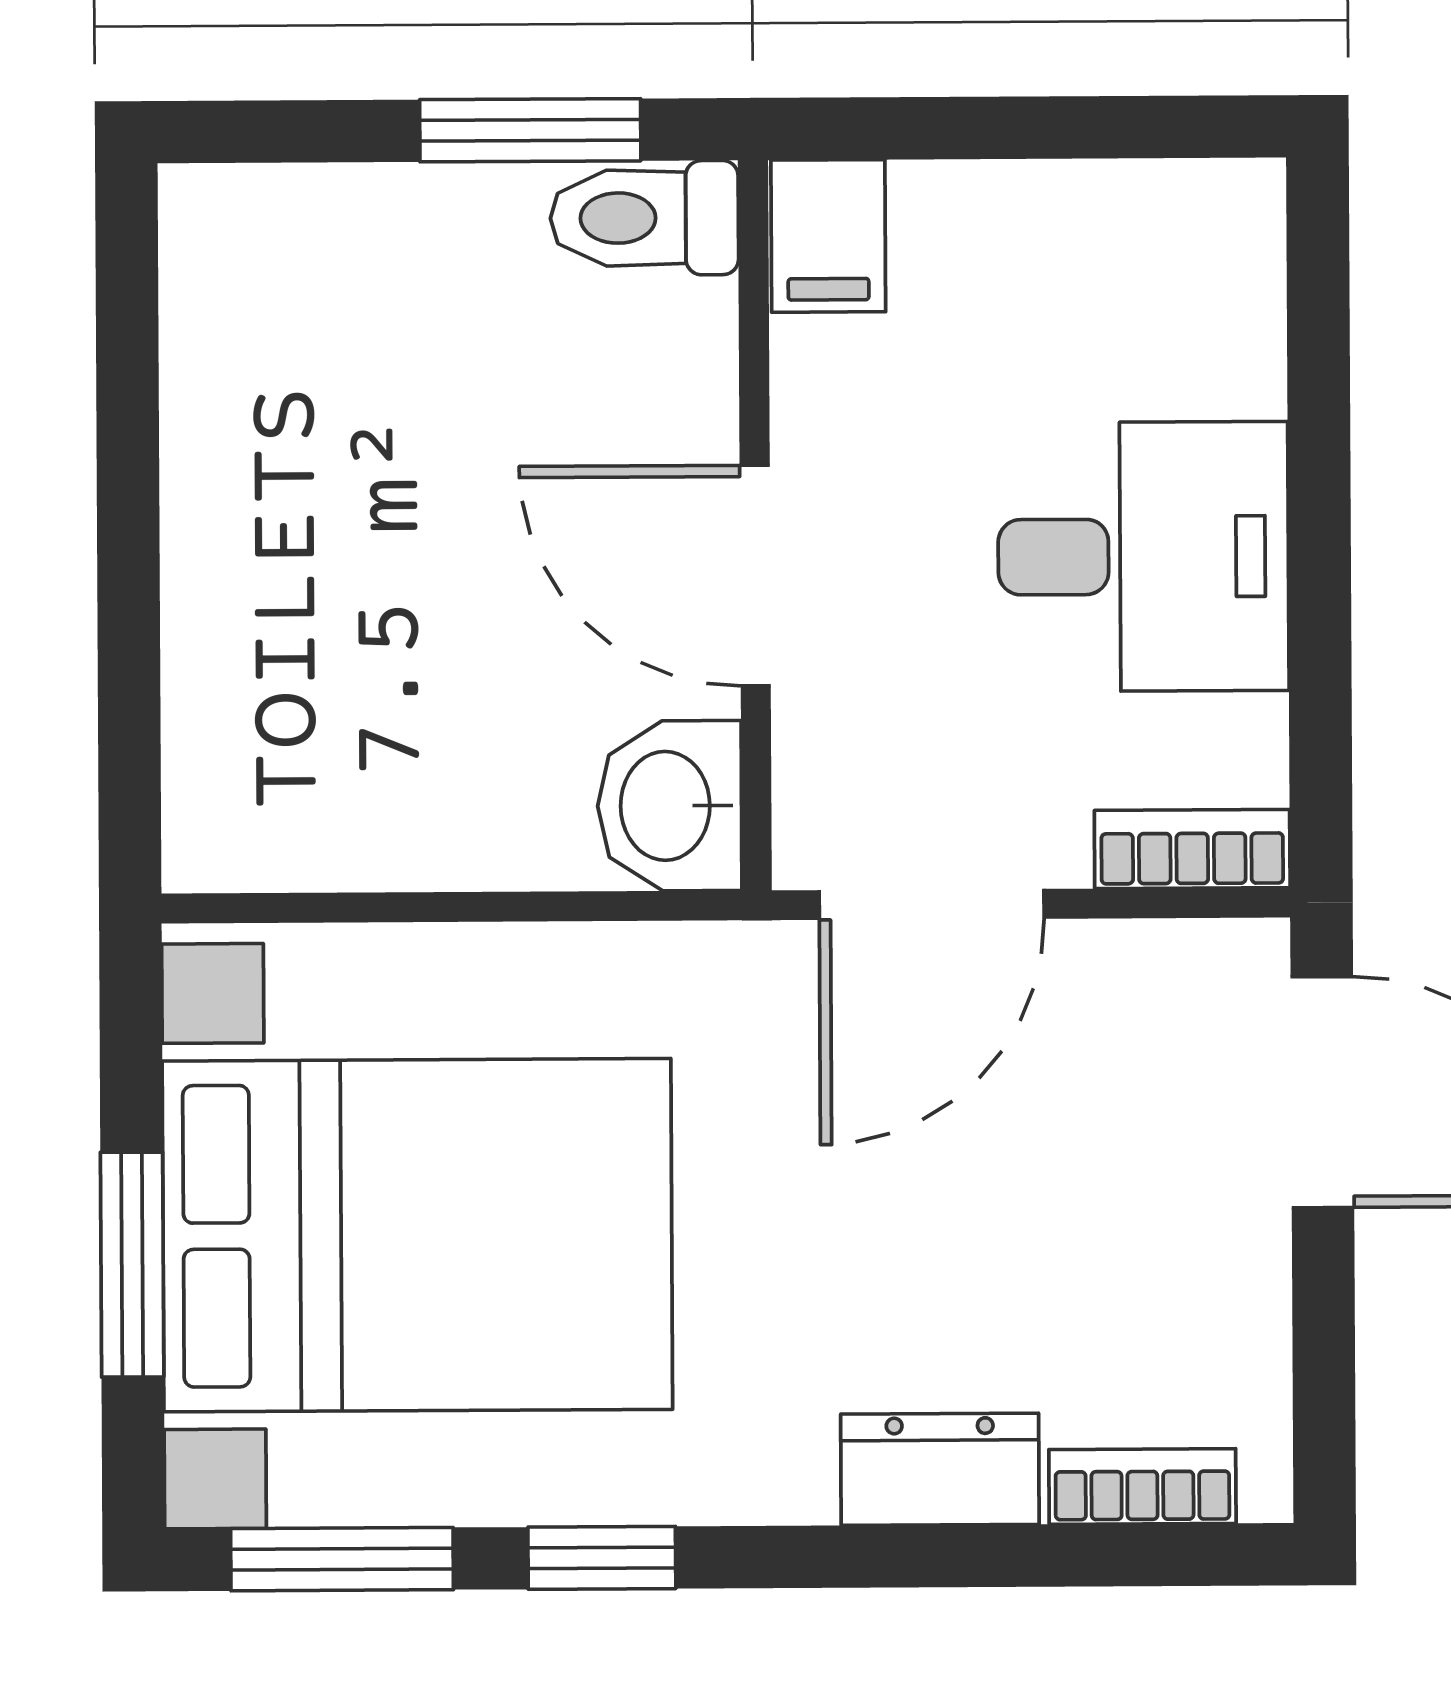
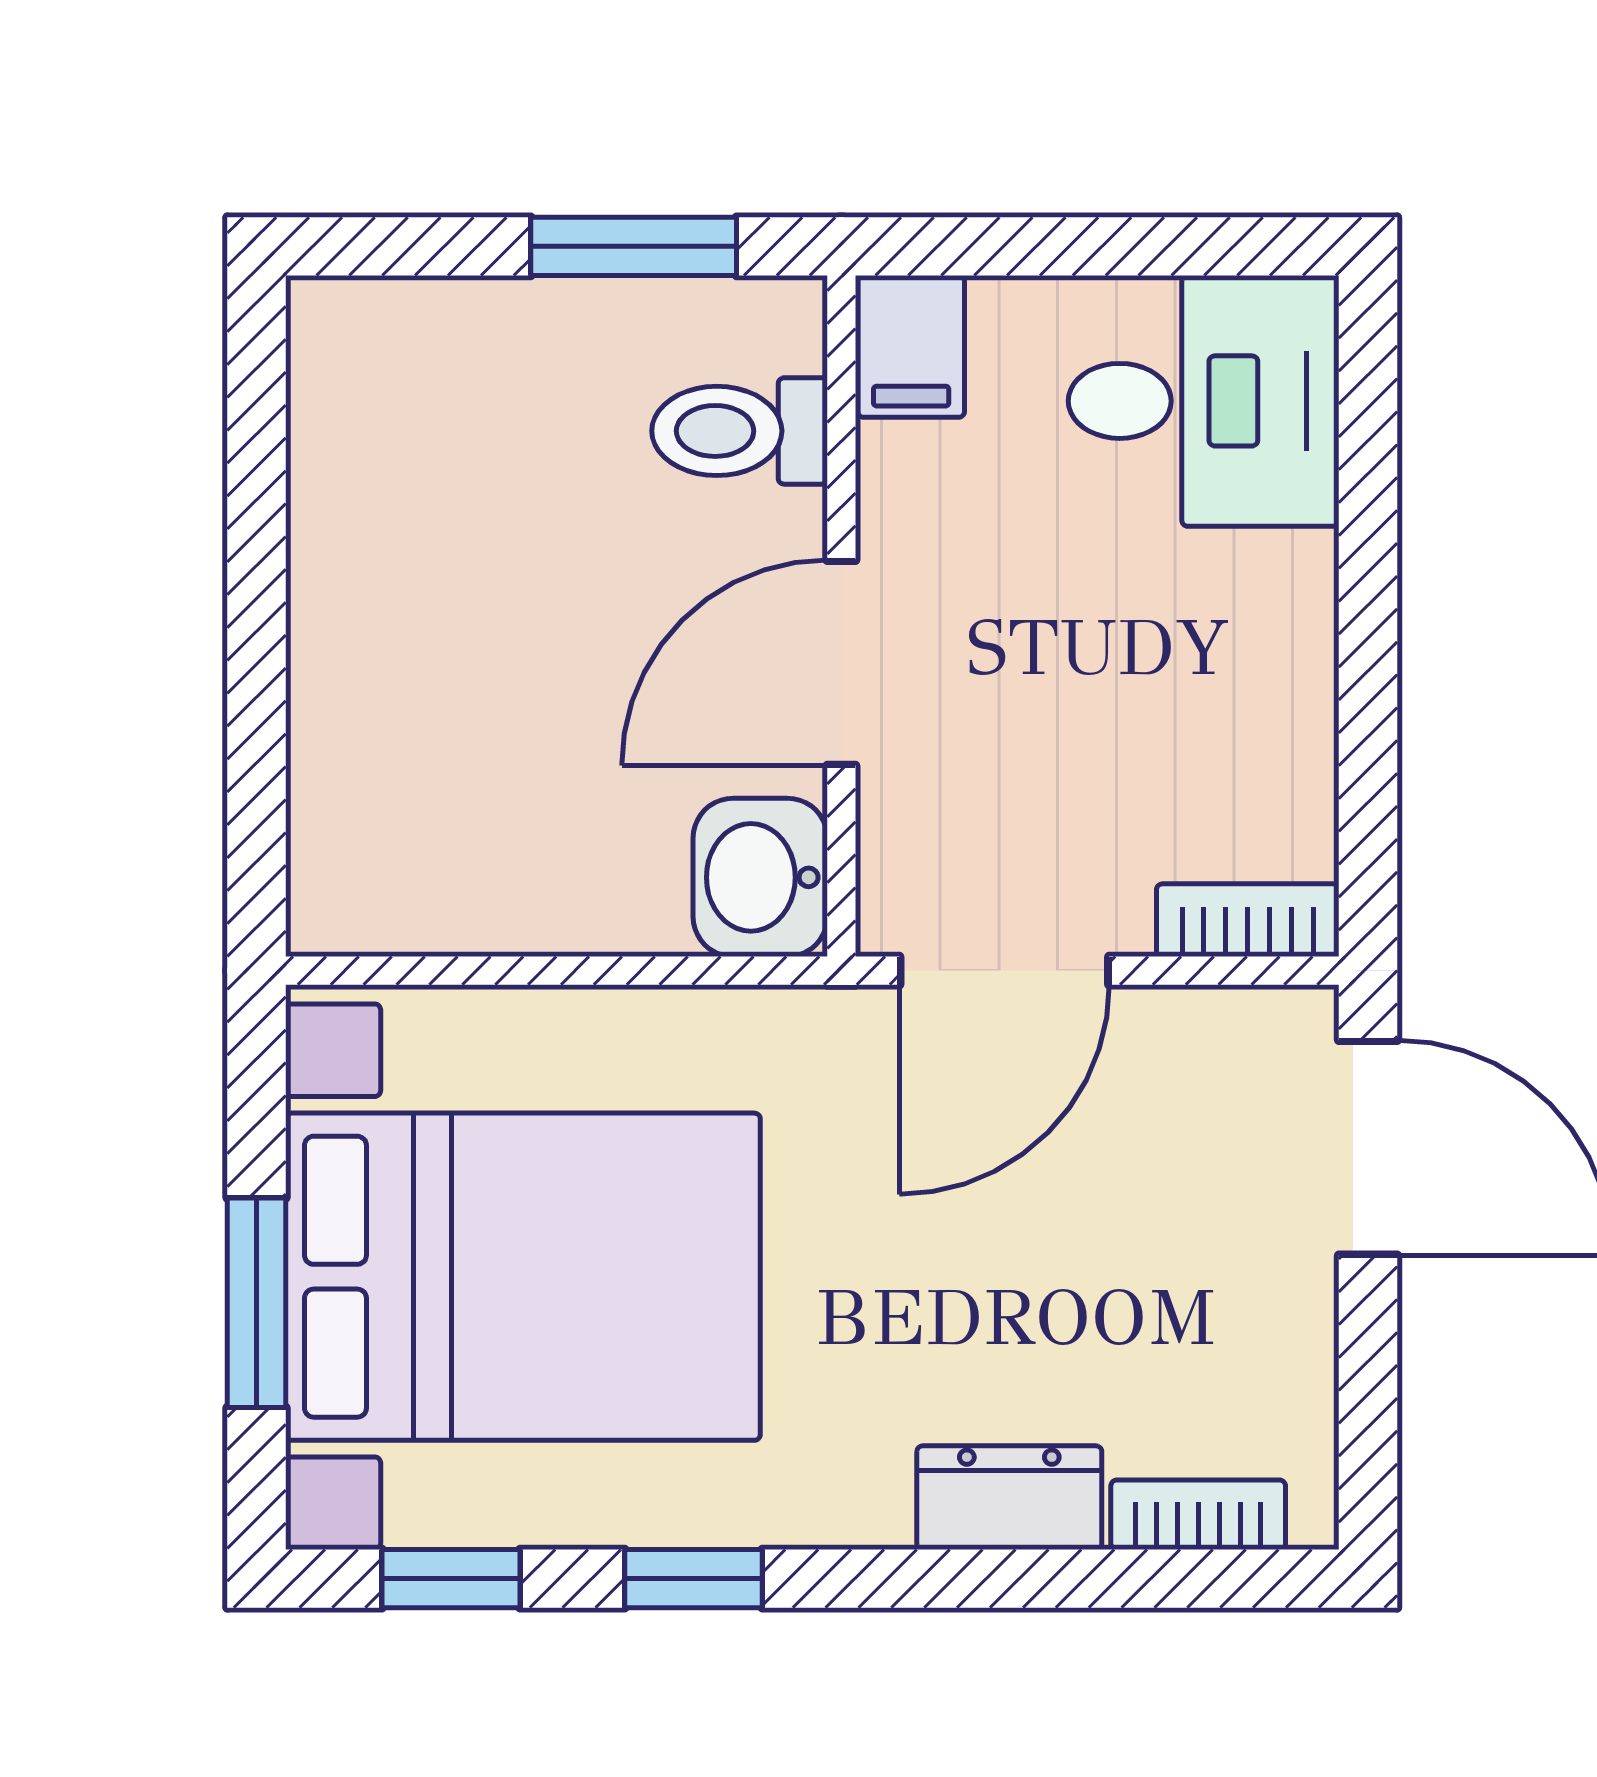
toilet: (644, 218) -> (740, 431), moved
desk: (1143, 557) -> (1204, 401), moved
door: (755, 575) -> (841, 663), hinge flipped
window: (342, 1559) -> (451, 1579), width x0.67

